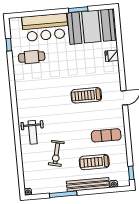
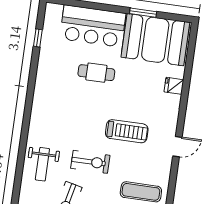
cafe table: (32, 57) -> (96, 73), moved
treadmill: (86, 95) -> (127, 131), turned 180
exercise bike: (66, 123) -> (90, 162), added

